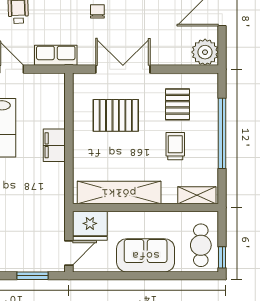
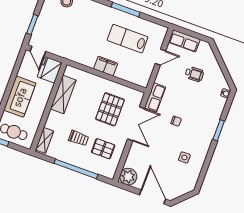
row of seats: (56, 55) -> (155, 97), moved
shelving: (119, 192) -> (63, 94), width x0.68

